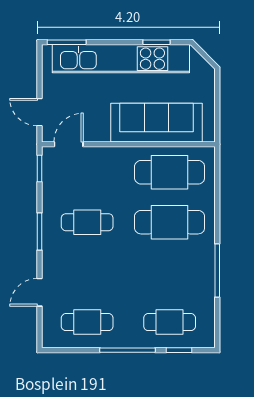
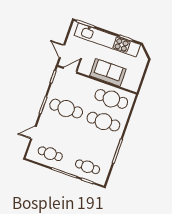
sofa: (157, 123) -> (108, 73), width x0.73
cafe table: (87, 222) -> (66, 109), width x1.37, depth x1.35

